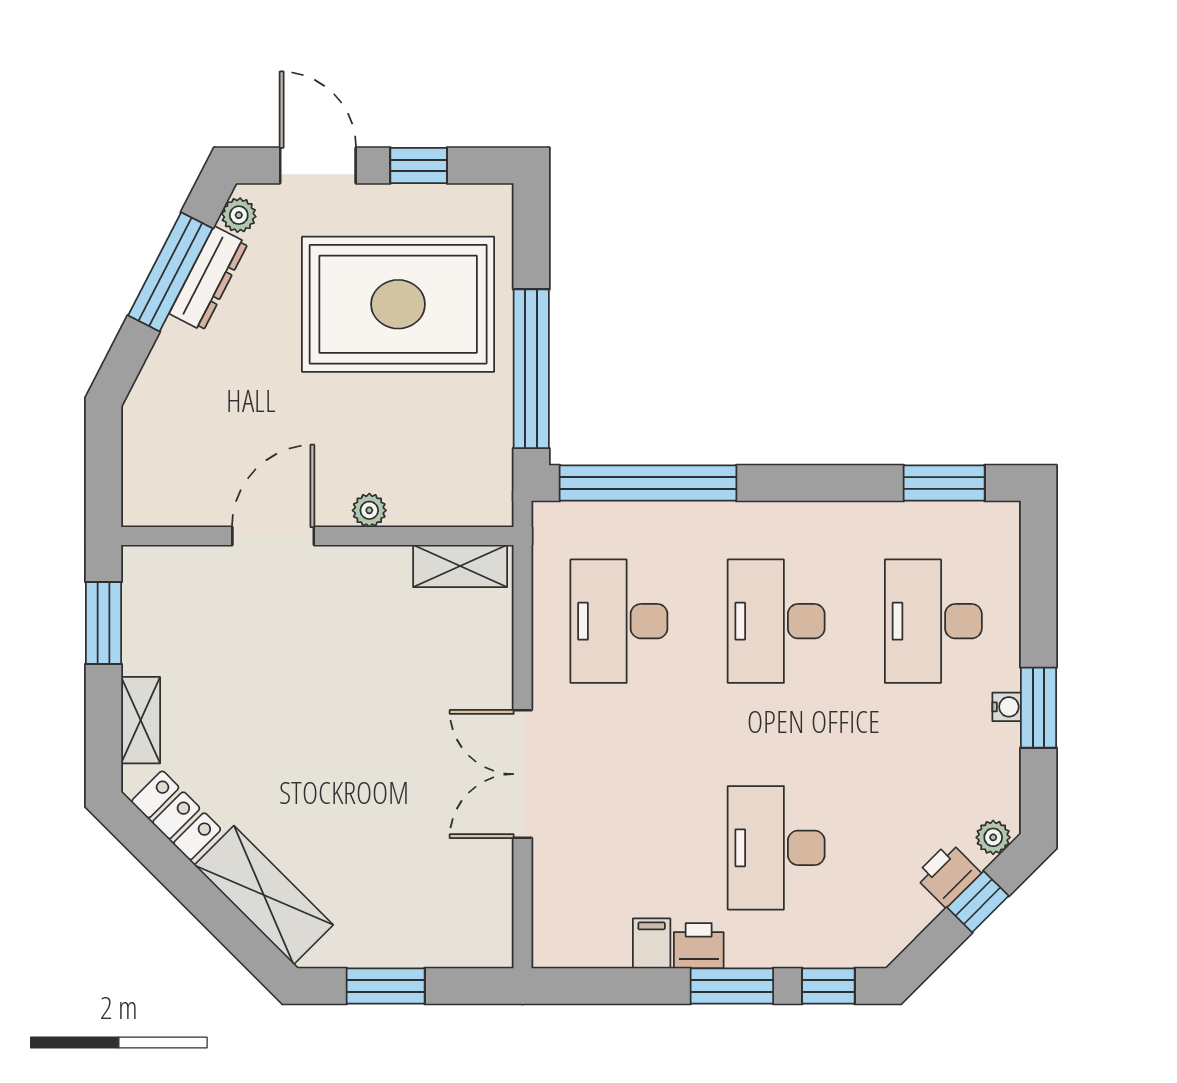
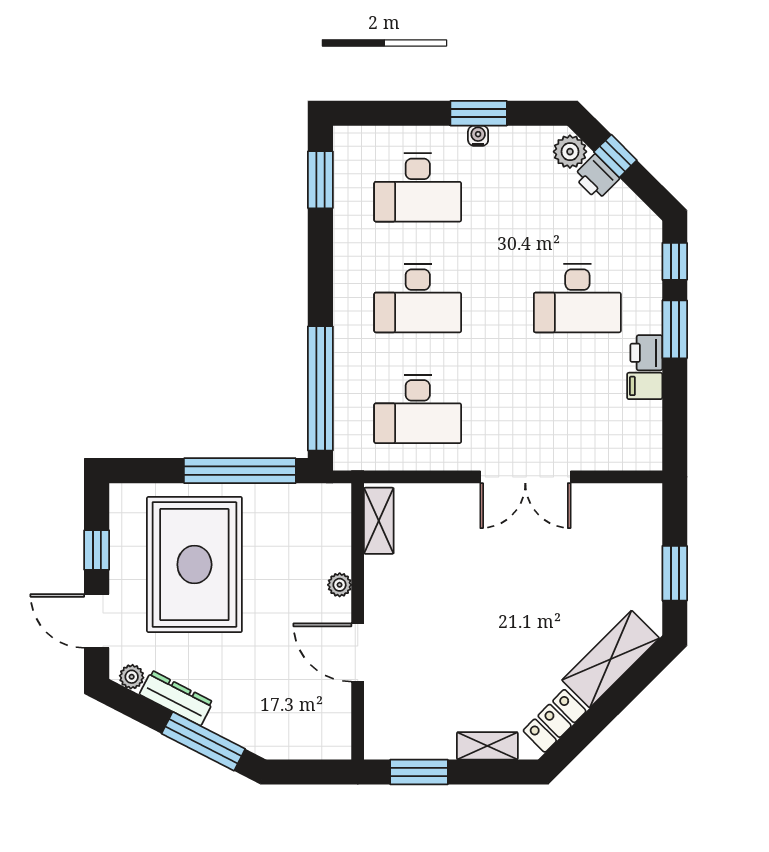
door: (318, 165) -> (97, 621), hinge flipped
window: (170, 272) -> (203, 741), moved
plant: (993, 837) -> (570, 152), width x1.38, depth x1.38

